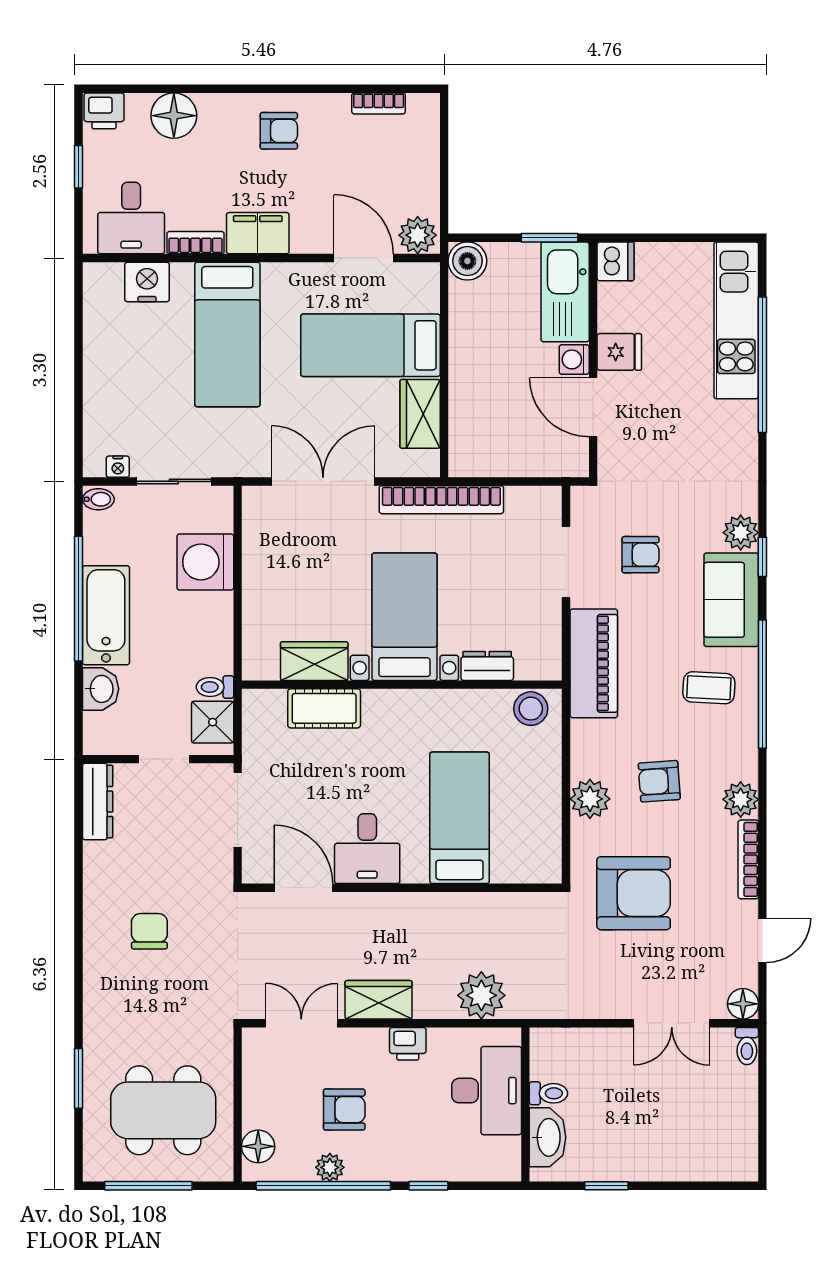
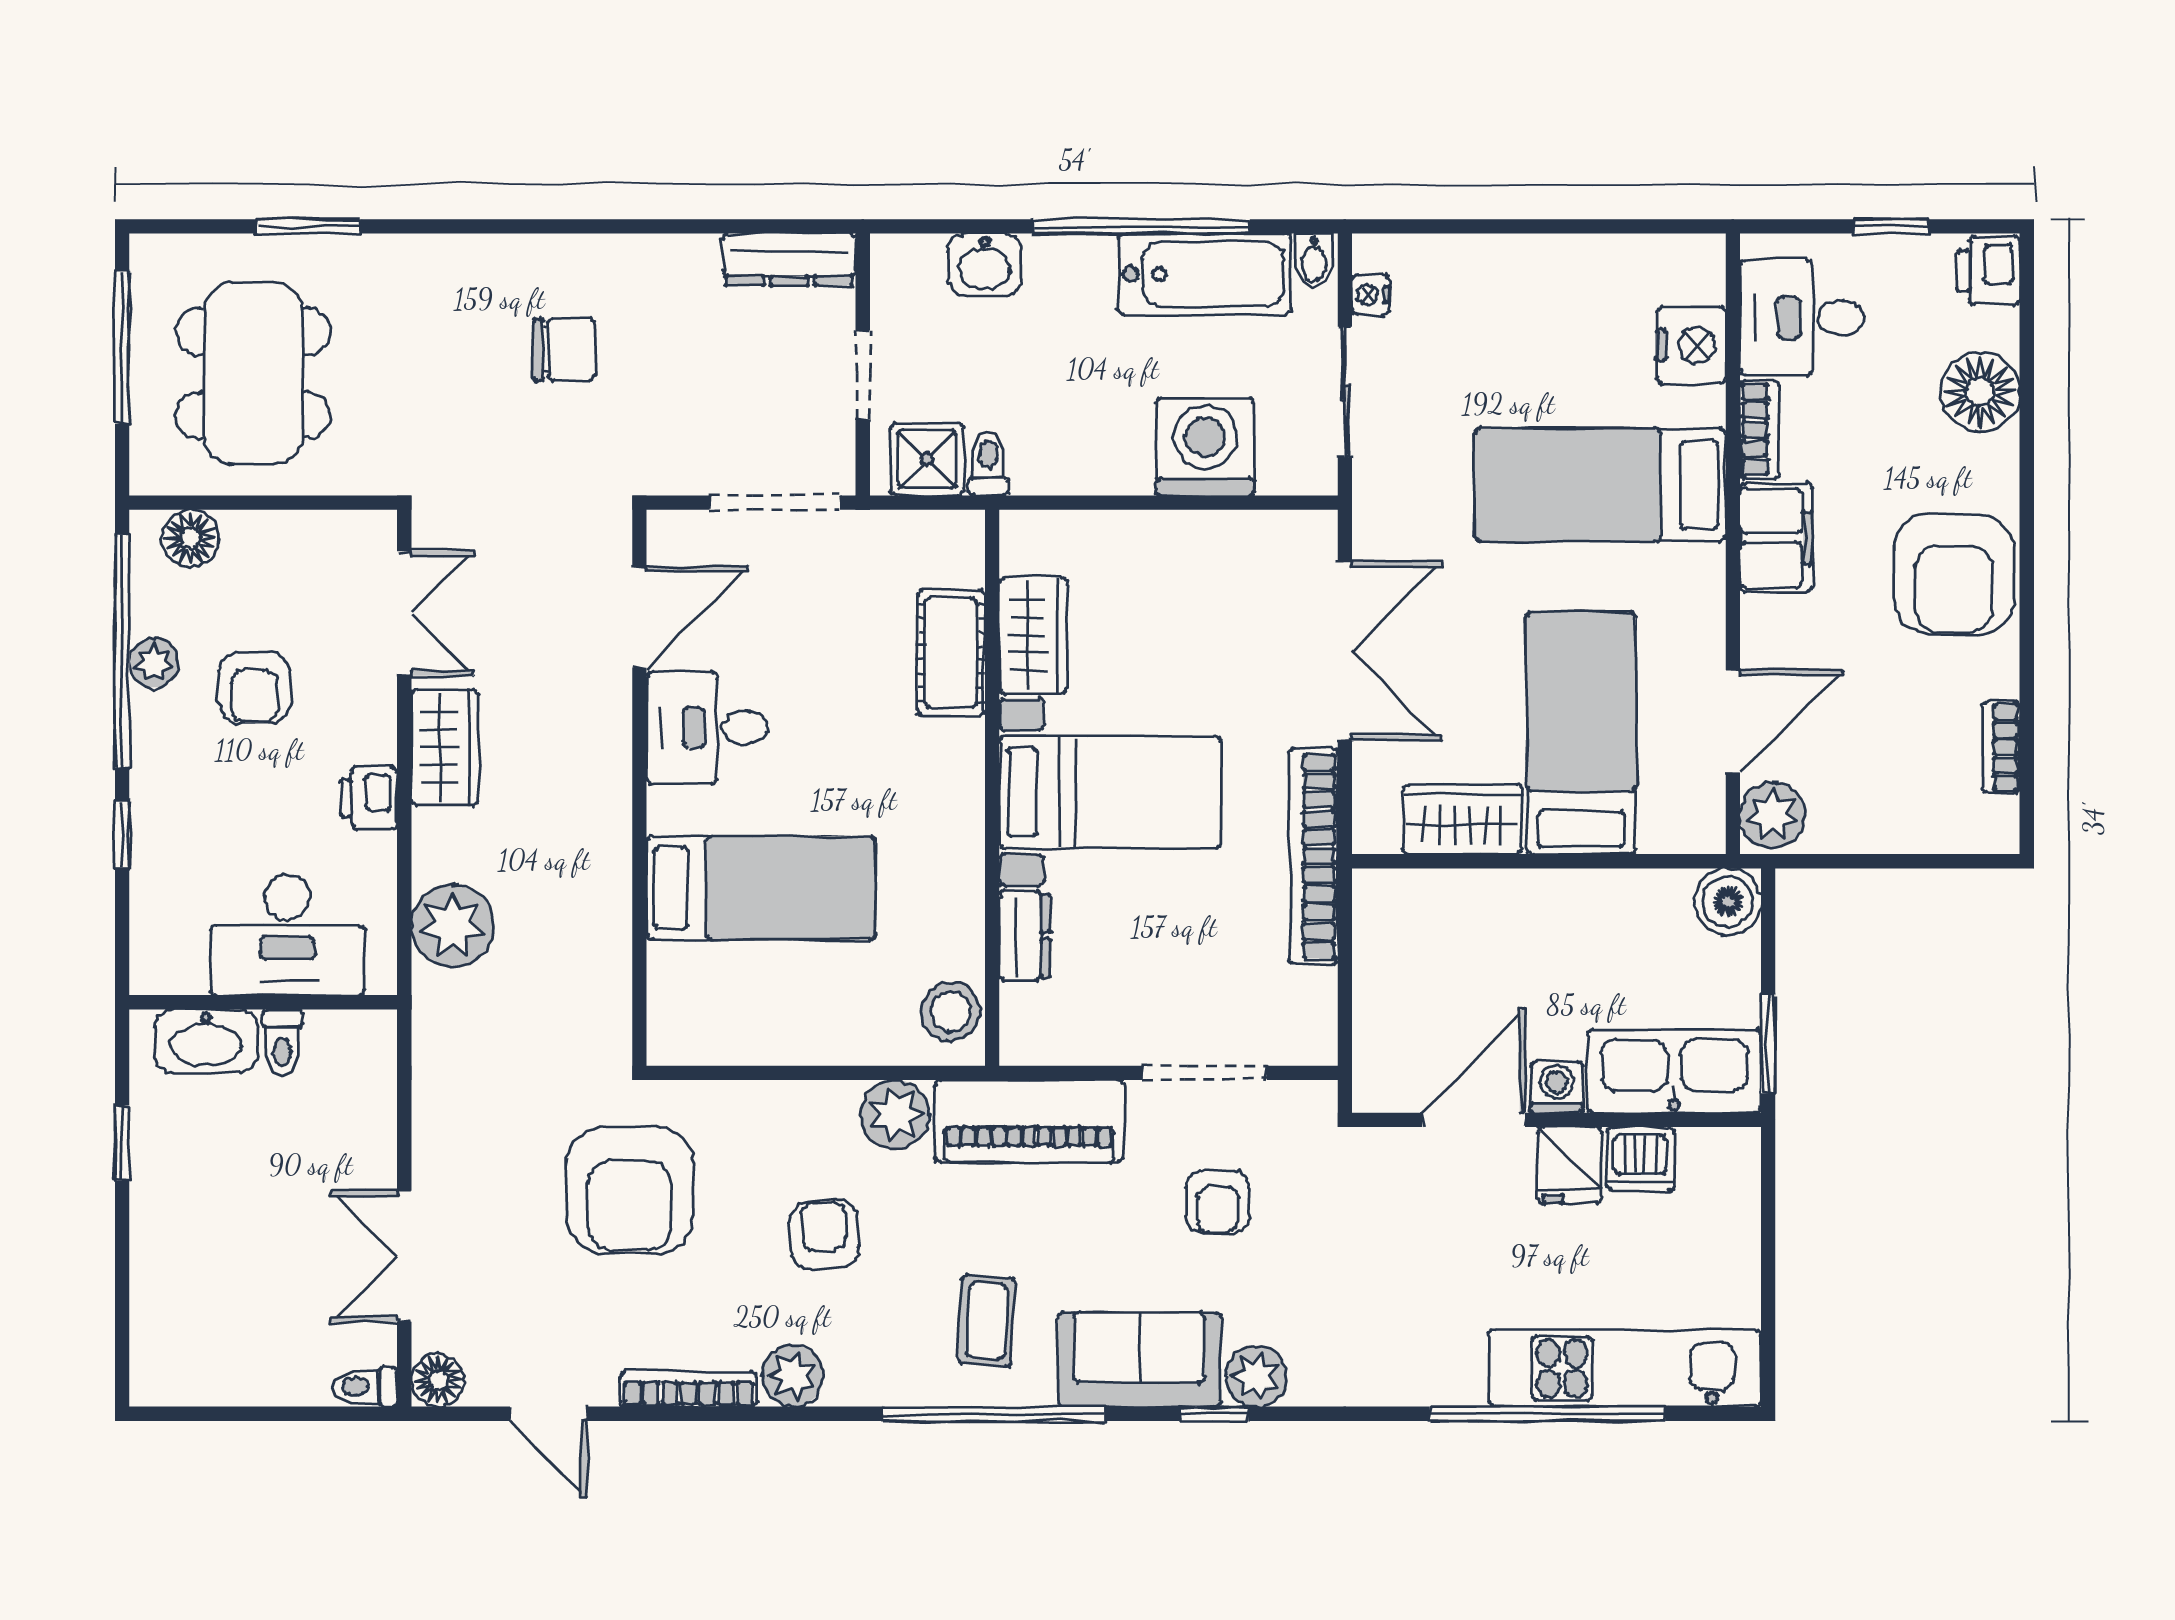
armchair: (279, 131) -> (1954, 574), width x1.88, depth x1.88
dishwasher: (615, 261) -> (1641, 1159), moved
bathtub: (106, 615) -> (1204, 274), moved
plant: (590, 799) -> (895, 1114), moved

